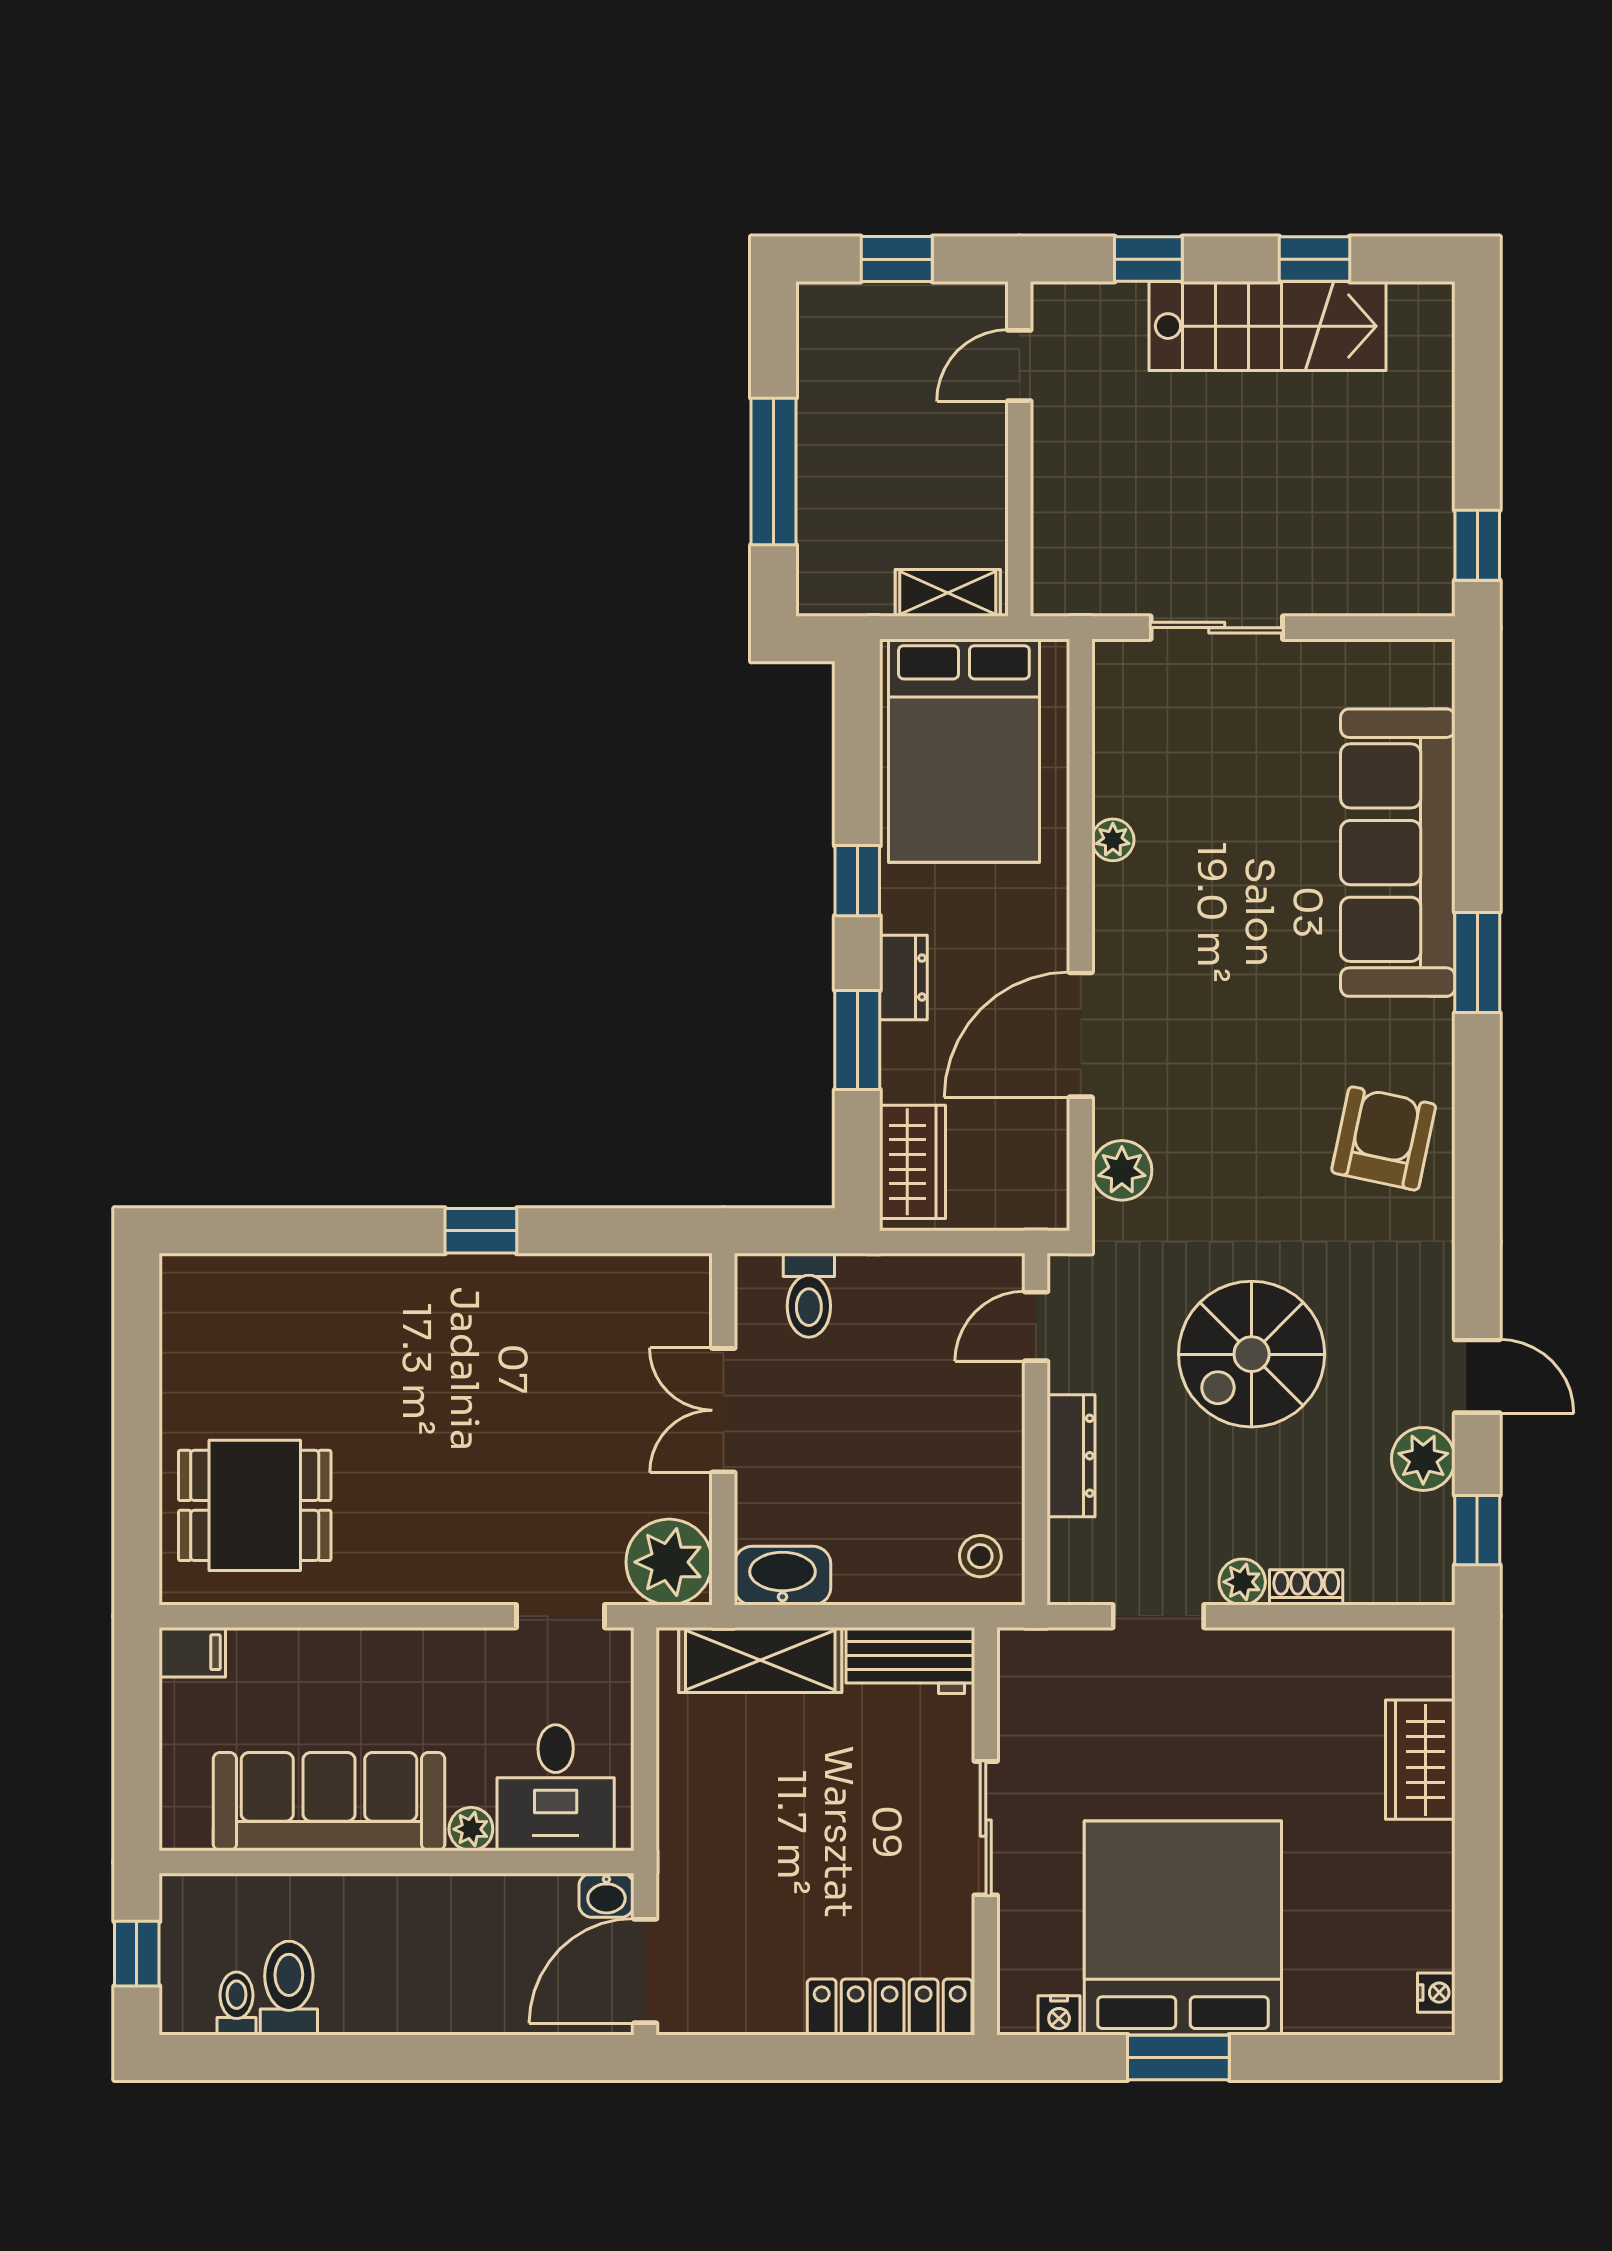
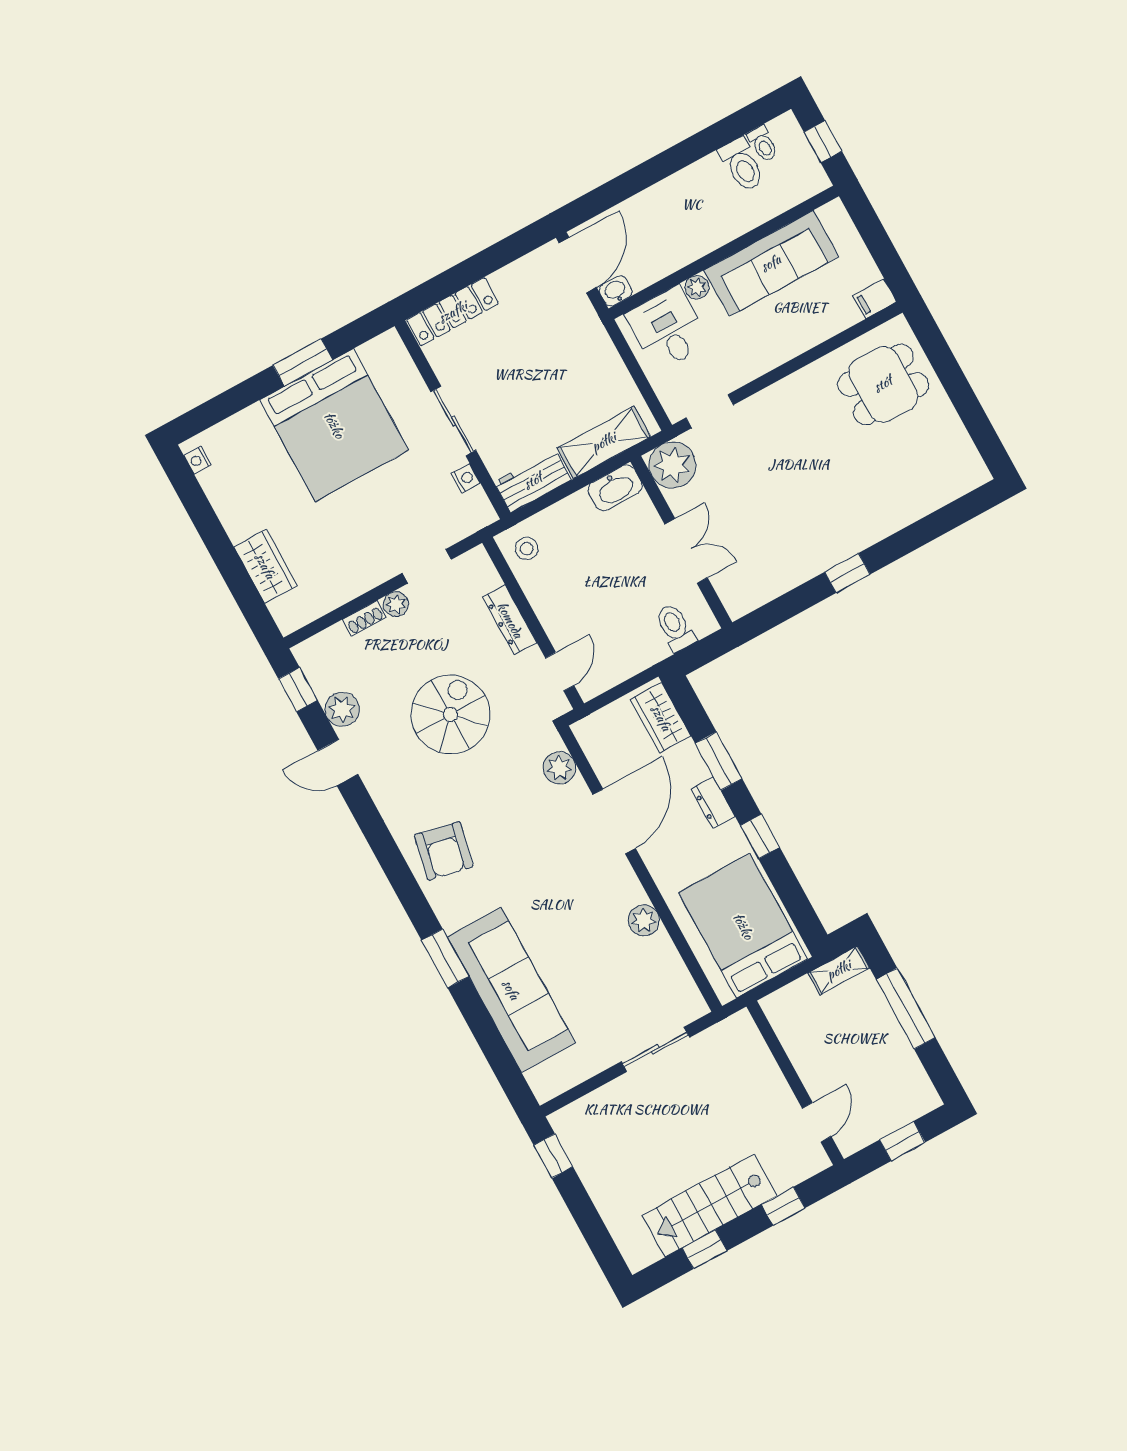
shelving: (948, 593) -> (839, 970), moved
plant: (1113, 840) -> (644, 920), width x1.38, depth x1.38
nightstand: (1059, 2015) -> (466, 478), moved, turned 90

